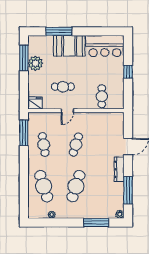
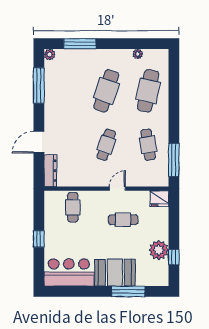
window: (24, 58) -> (174, 257), width x0.46
dresser: (119, 169) -> (50, 171), moved
cafe table: (44, 186) -> (148, 91), turned 30

